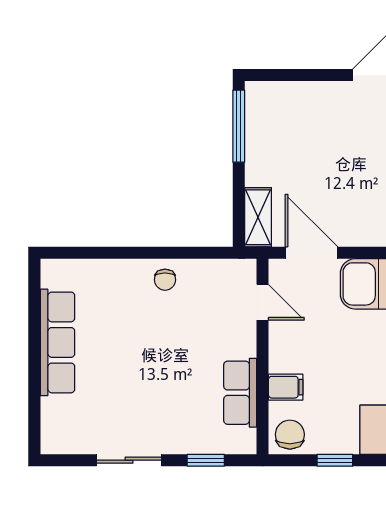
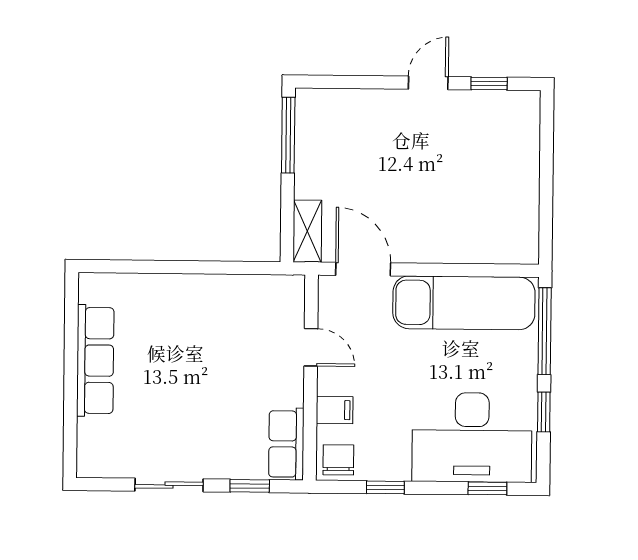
chair: (165, 280) -> (209, 296), removed
door: (262, 302) -> (311, 347), moved
row of seats: (240, 393) -> (286, 444), moved

